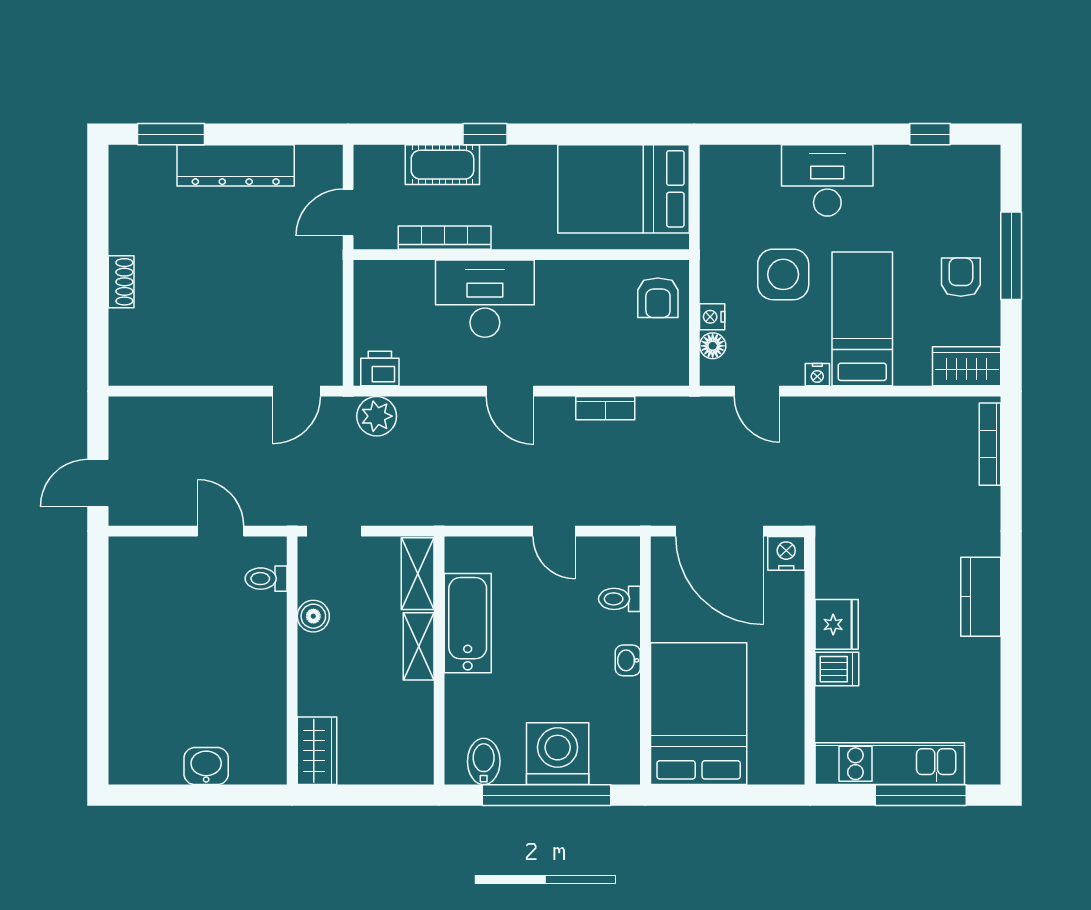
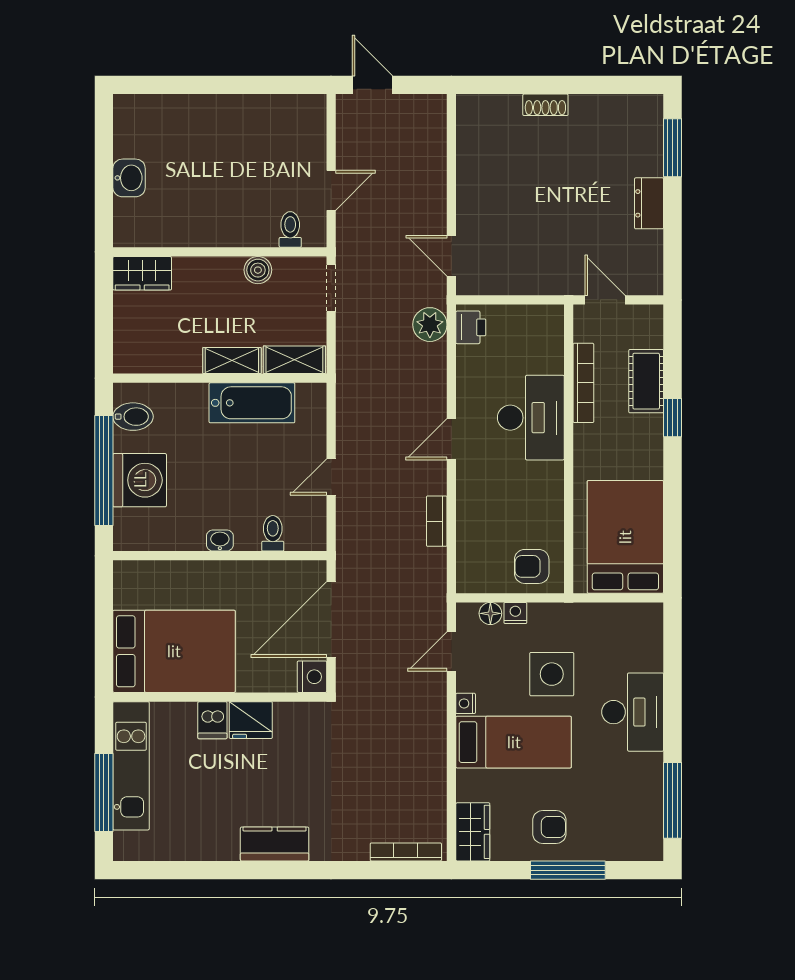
window: (930, 134) -> (672, 800), width x2.17
dresser: (236, 165) -> (649, 203), width x0.51, depth x0.80
bed: (699, 714) -> (174, 651), moved

